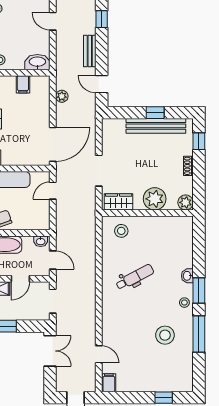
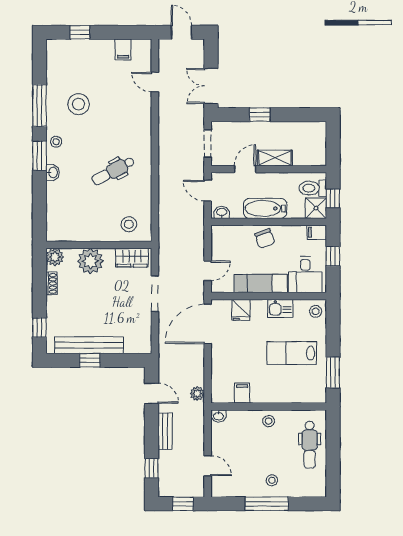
washbasin: (37, 62) -> (218, 416), width x0.52, depth x0.69
plant: (62, 96) -> (197, 394), moved
fridge: (24, 156) -> (241, 310), added
shoe rack: (188, 166) -> (52, 283), moved
filing cabinet: (109, 383) -> (123, 49), moved

